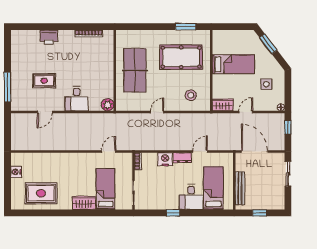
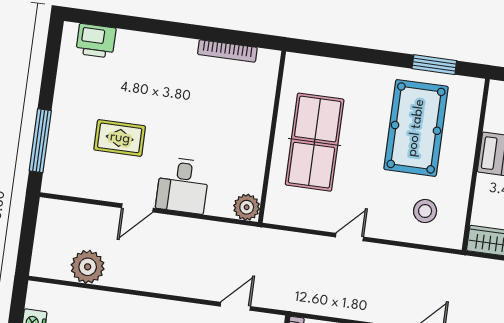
printer: (49, 37) -> (96, 41), moved
pool table: (181, 57) -> (416, 128), turned 90
door: (45, 112) -> (137, 208), moved
plant: (38, 143) -> (88, 267), added

